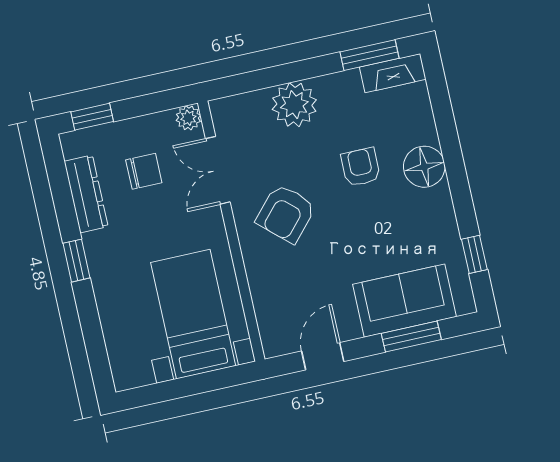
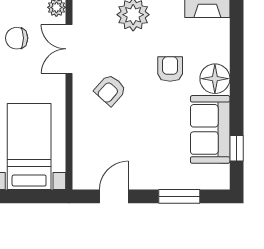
chair: (144, 171) -> (17, 38), turned 180
armchair: (286, 213) -> (110, 90), width x0.72, depth x0.72
sofa: (405, 301) -> (210, 129), moved, turned -90

